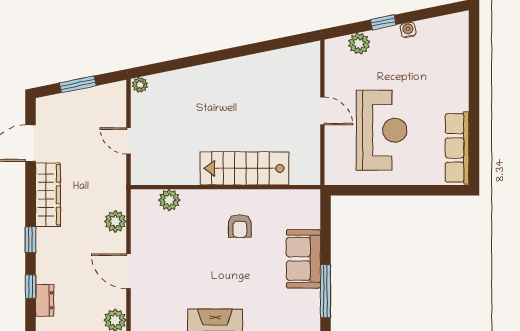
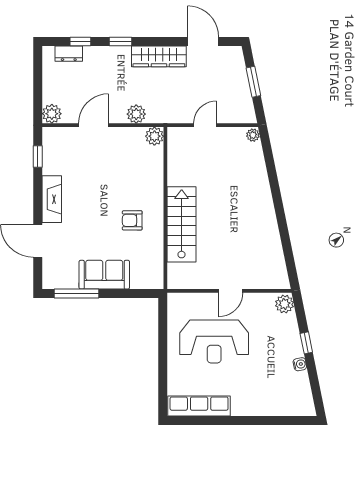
plant: (359, 44) -> (284, 304), moved
plant: (169, 200) -> (154, 136), moved

